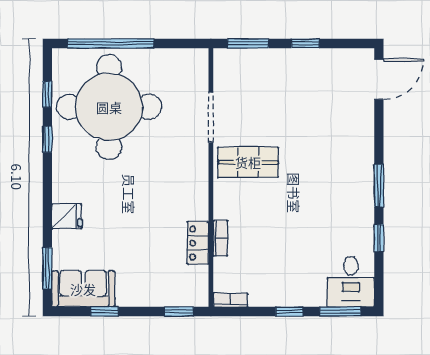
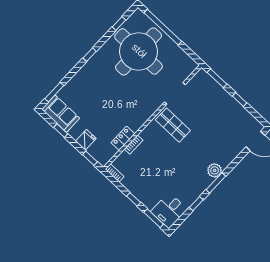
window: (47, 139) -> (90, 55), moved
plant: (361, 170) -> (215, 170), added
fridge: (67, 216) -> (86, 140), moved, turned -90

